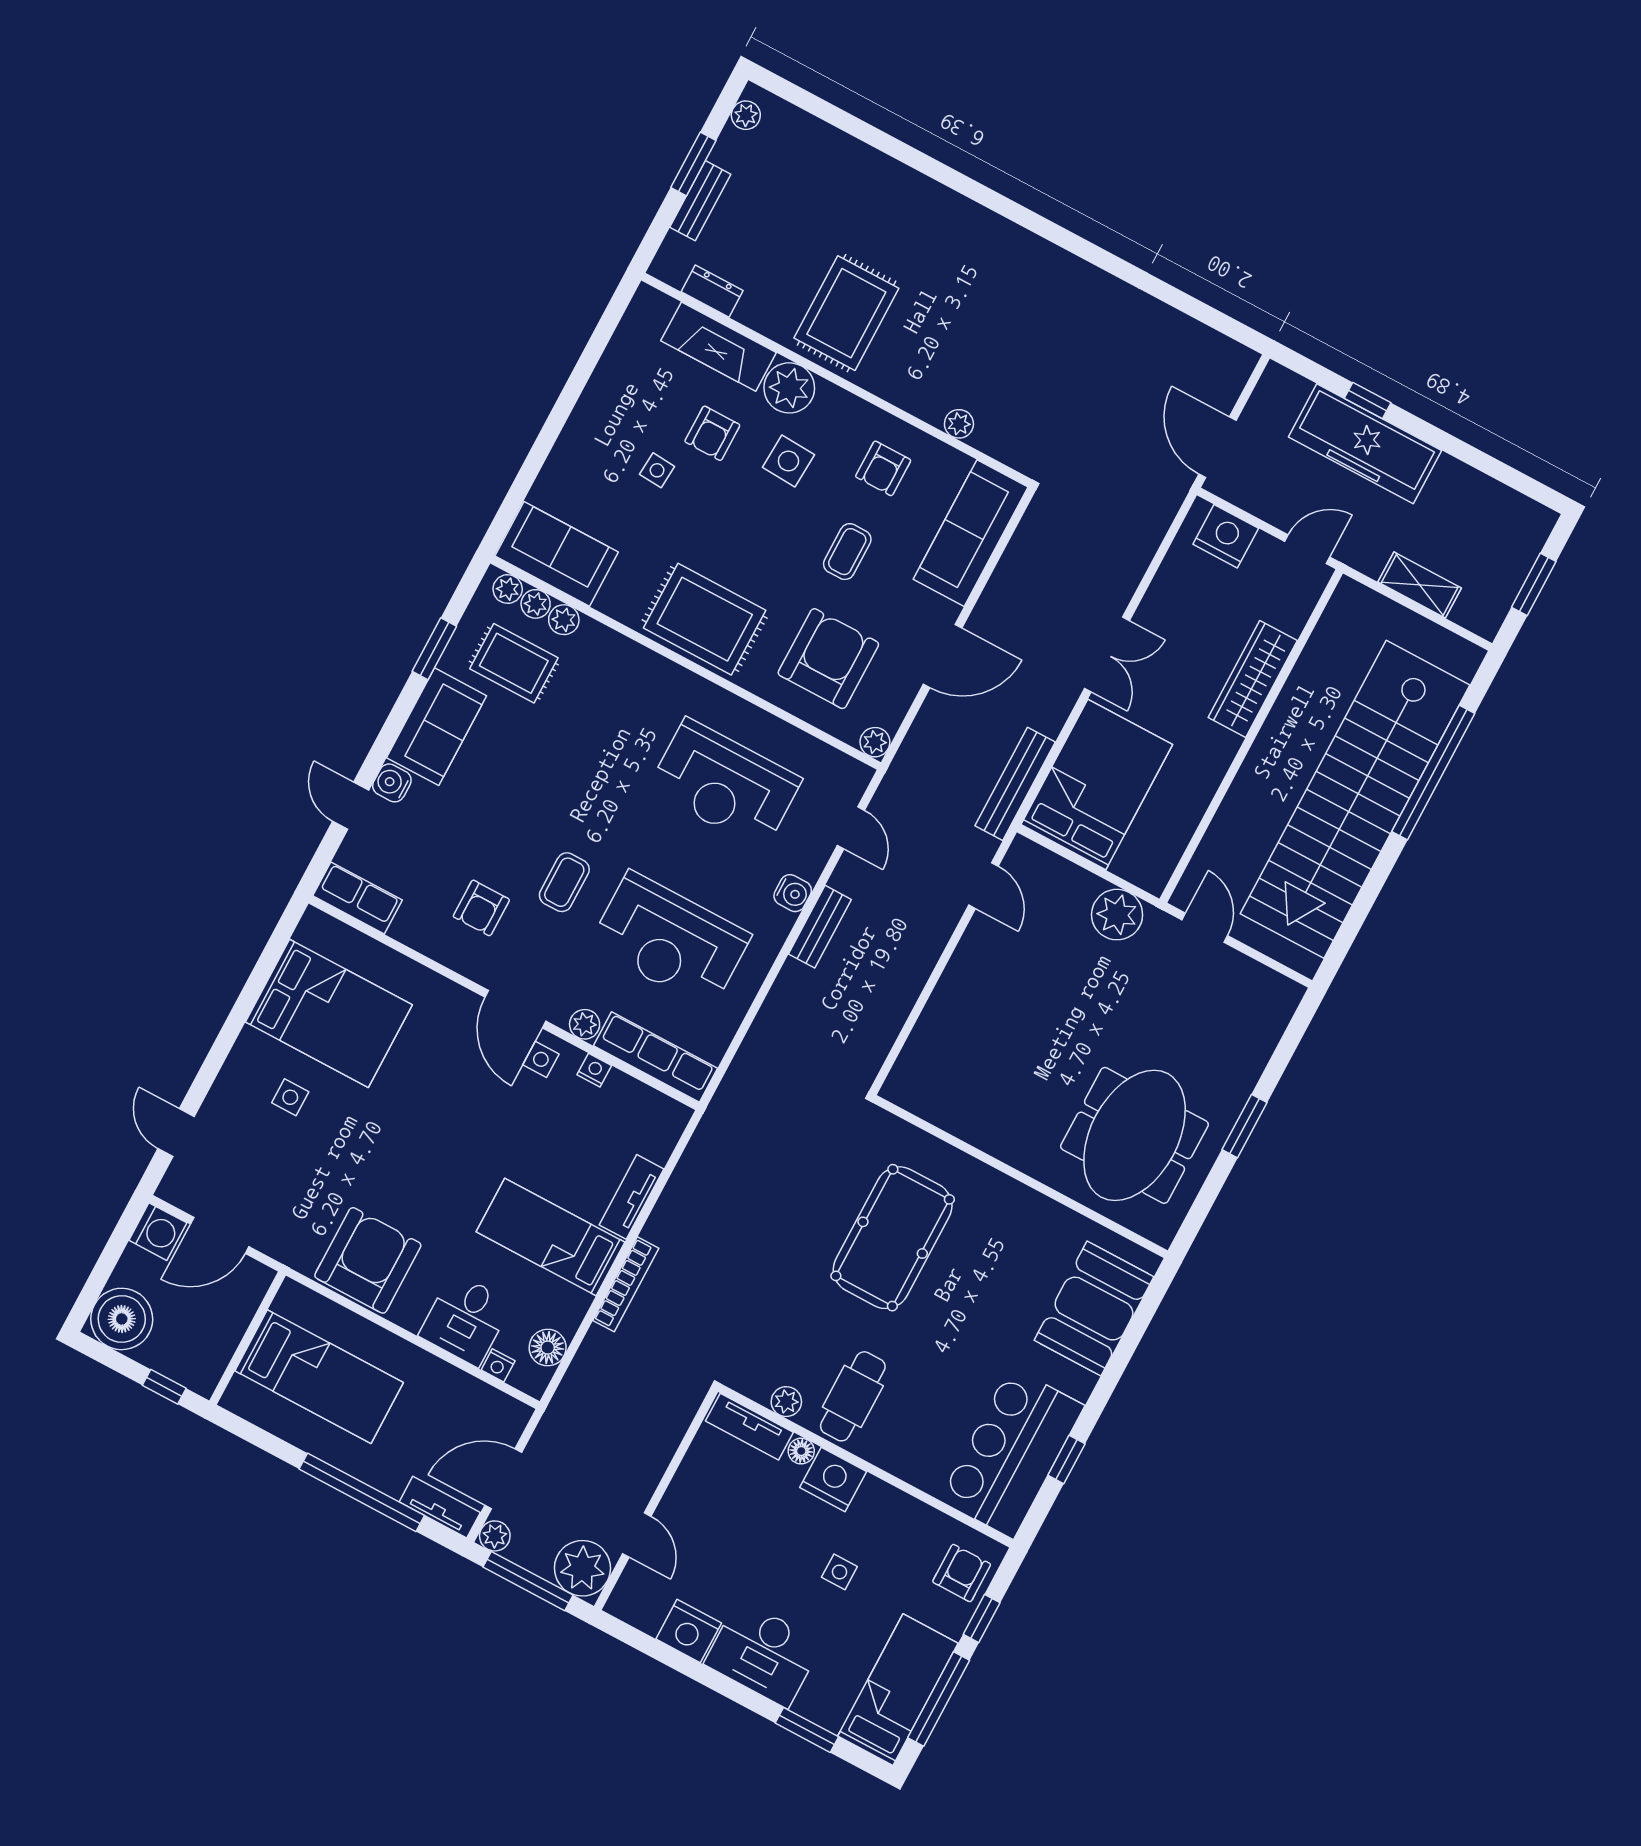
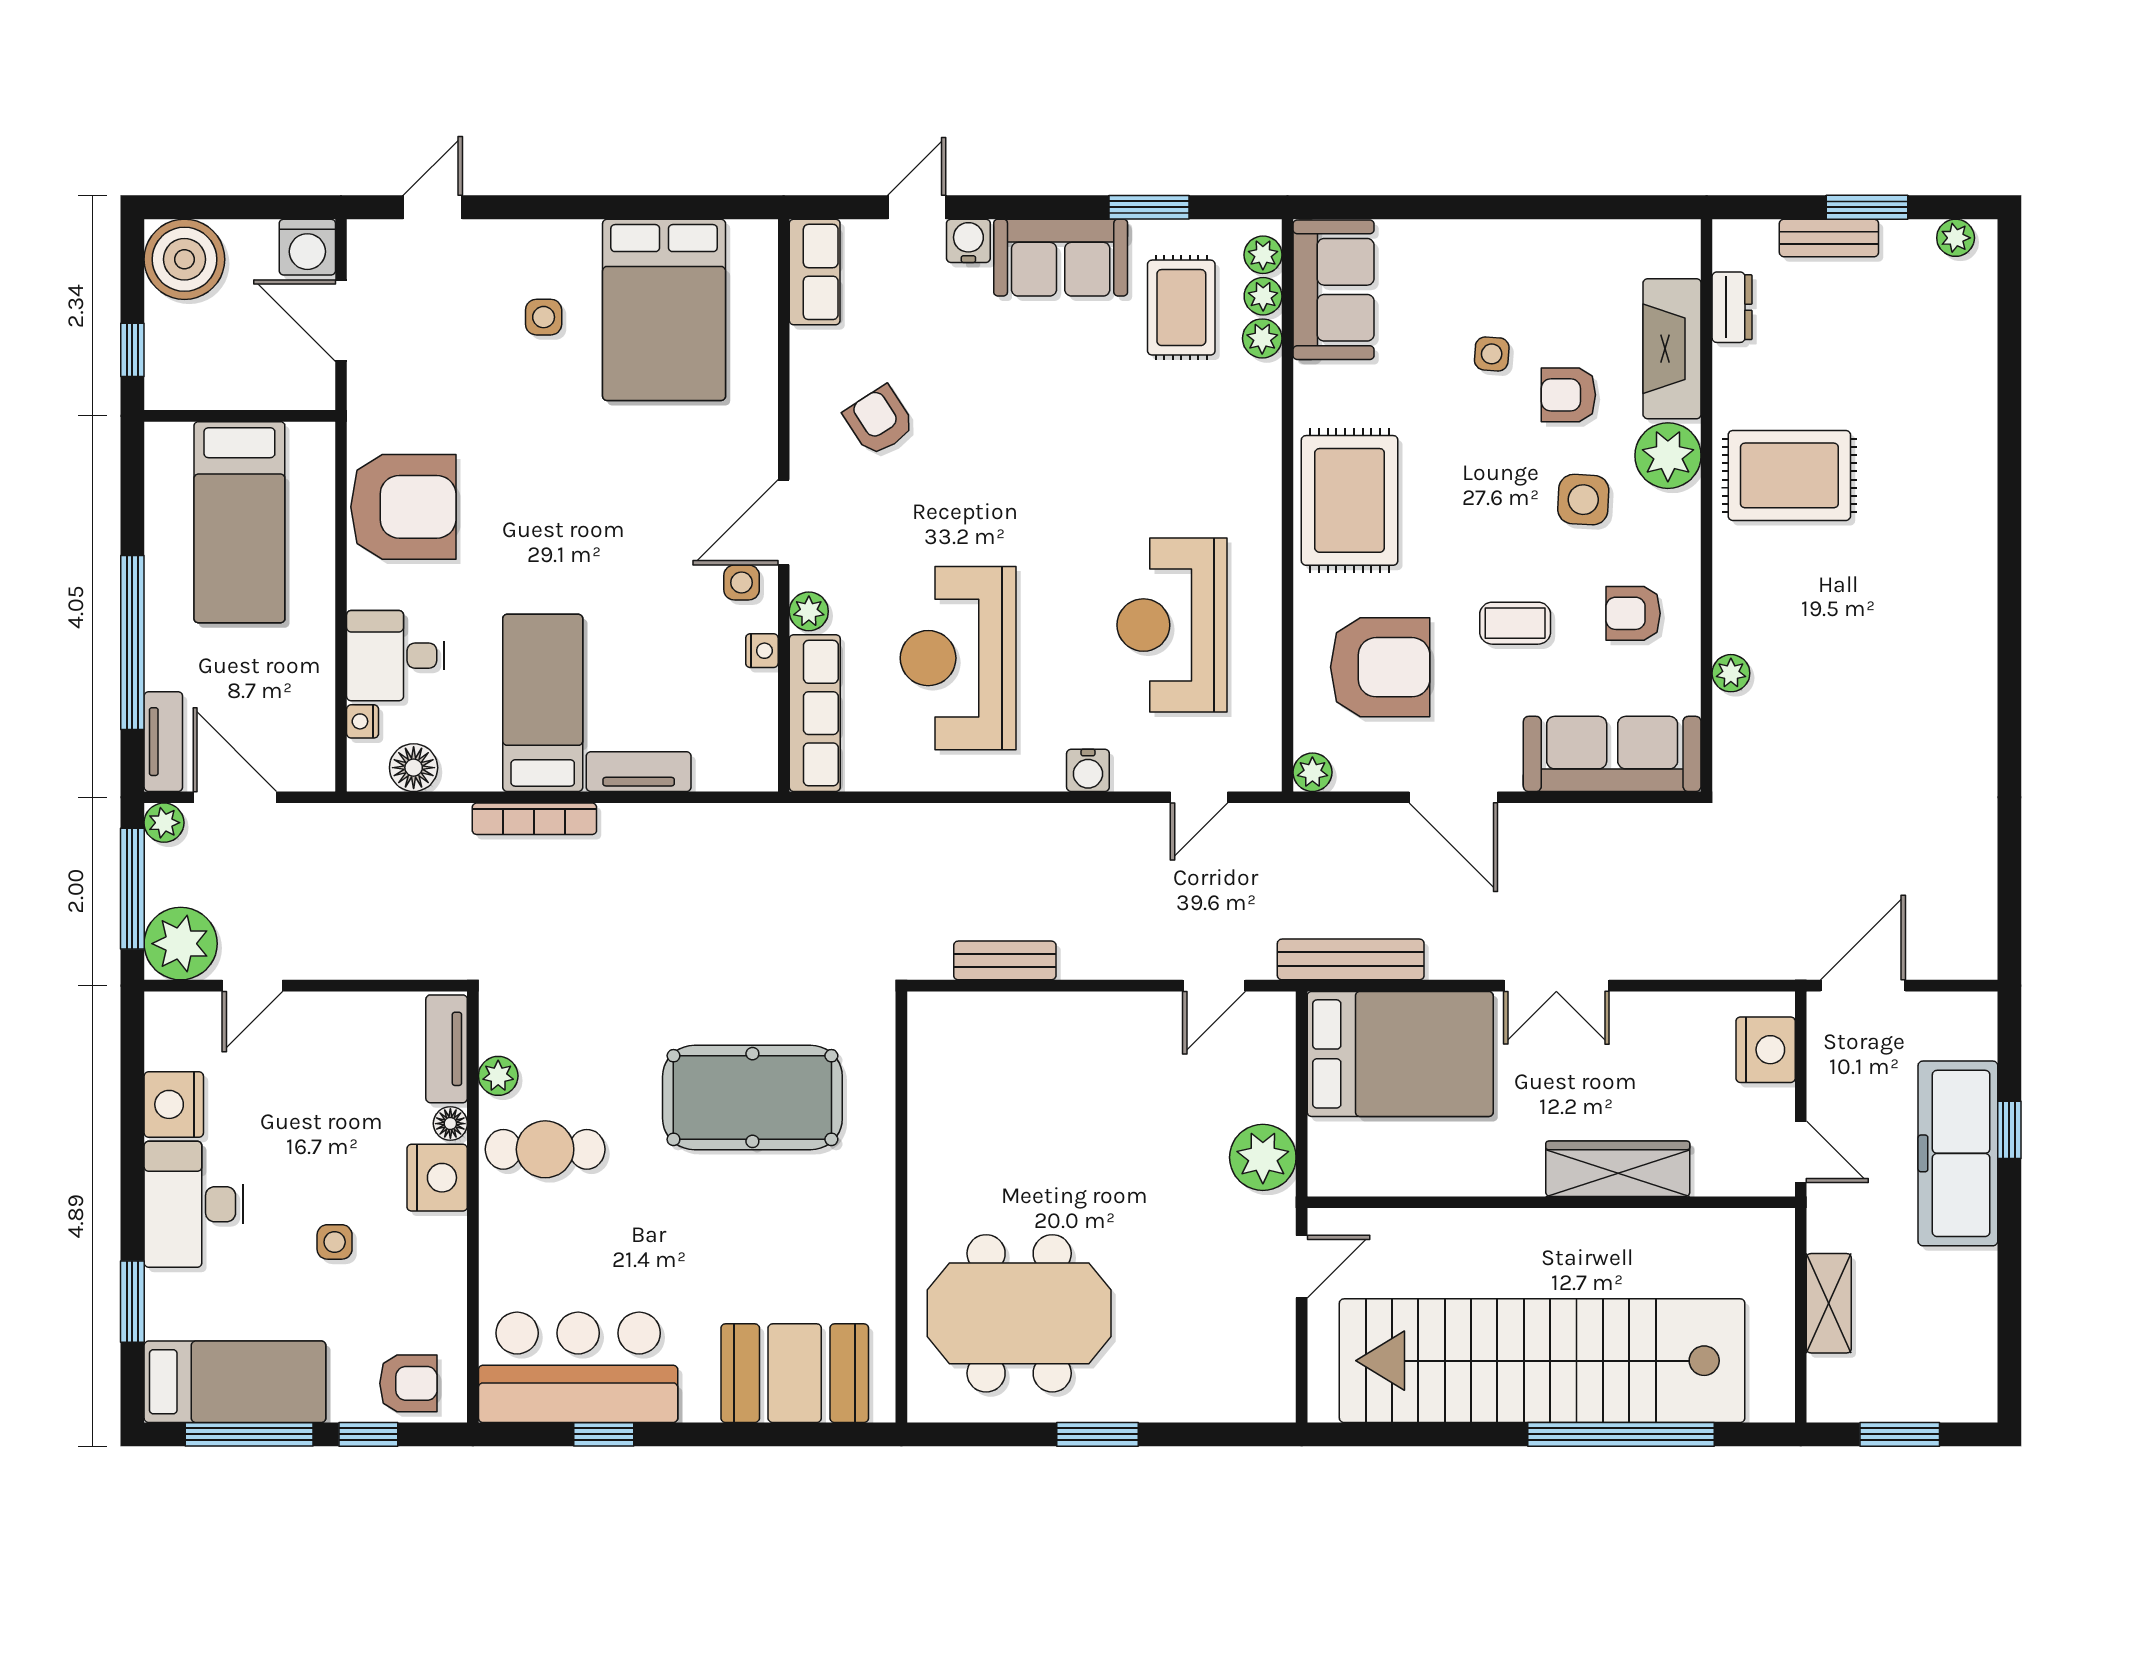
coffee table: (564, 882) -> (960, 501), removed
armchair: (481, 908) -> (879, 421), turned 57
bench: (820, 927) -> (1005, 960), moved

